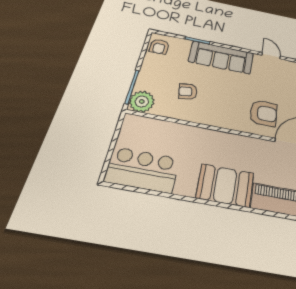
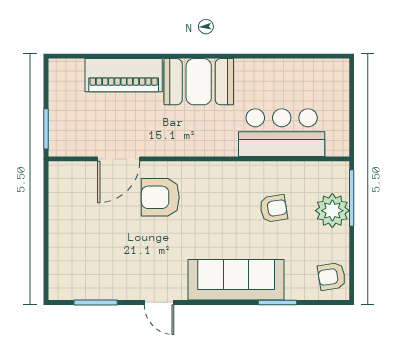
armchair: (159, 46) -> (332, 276), turned -99
plant: (142, 102) -> (332, 211), moved
bar counter: (142, 170) -> (282, 133), moved, turned 180

